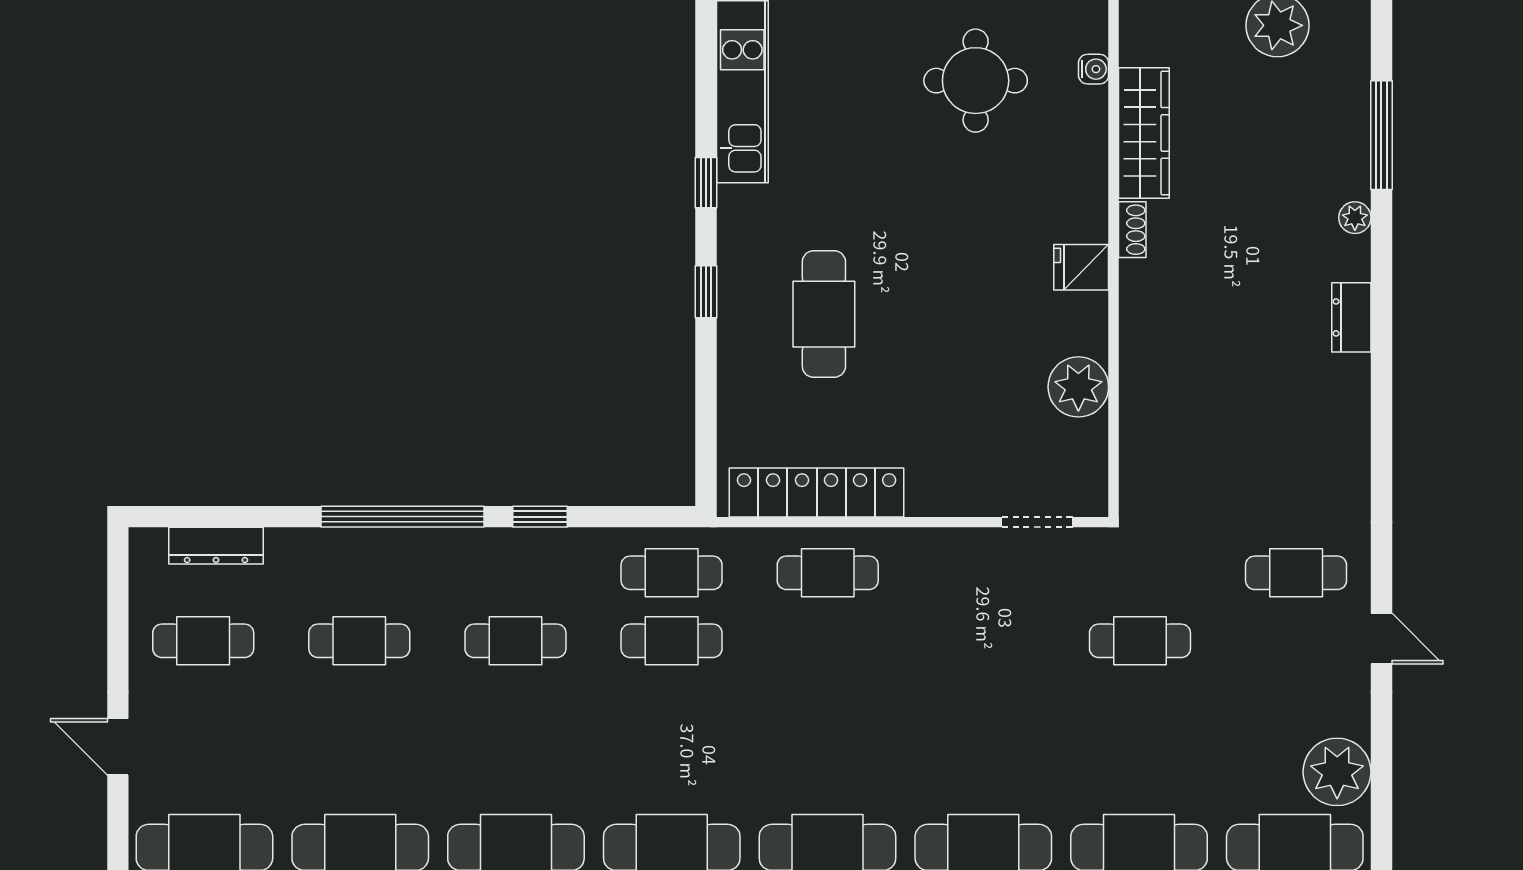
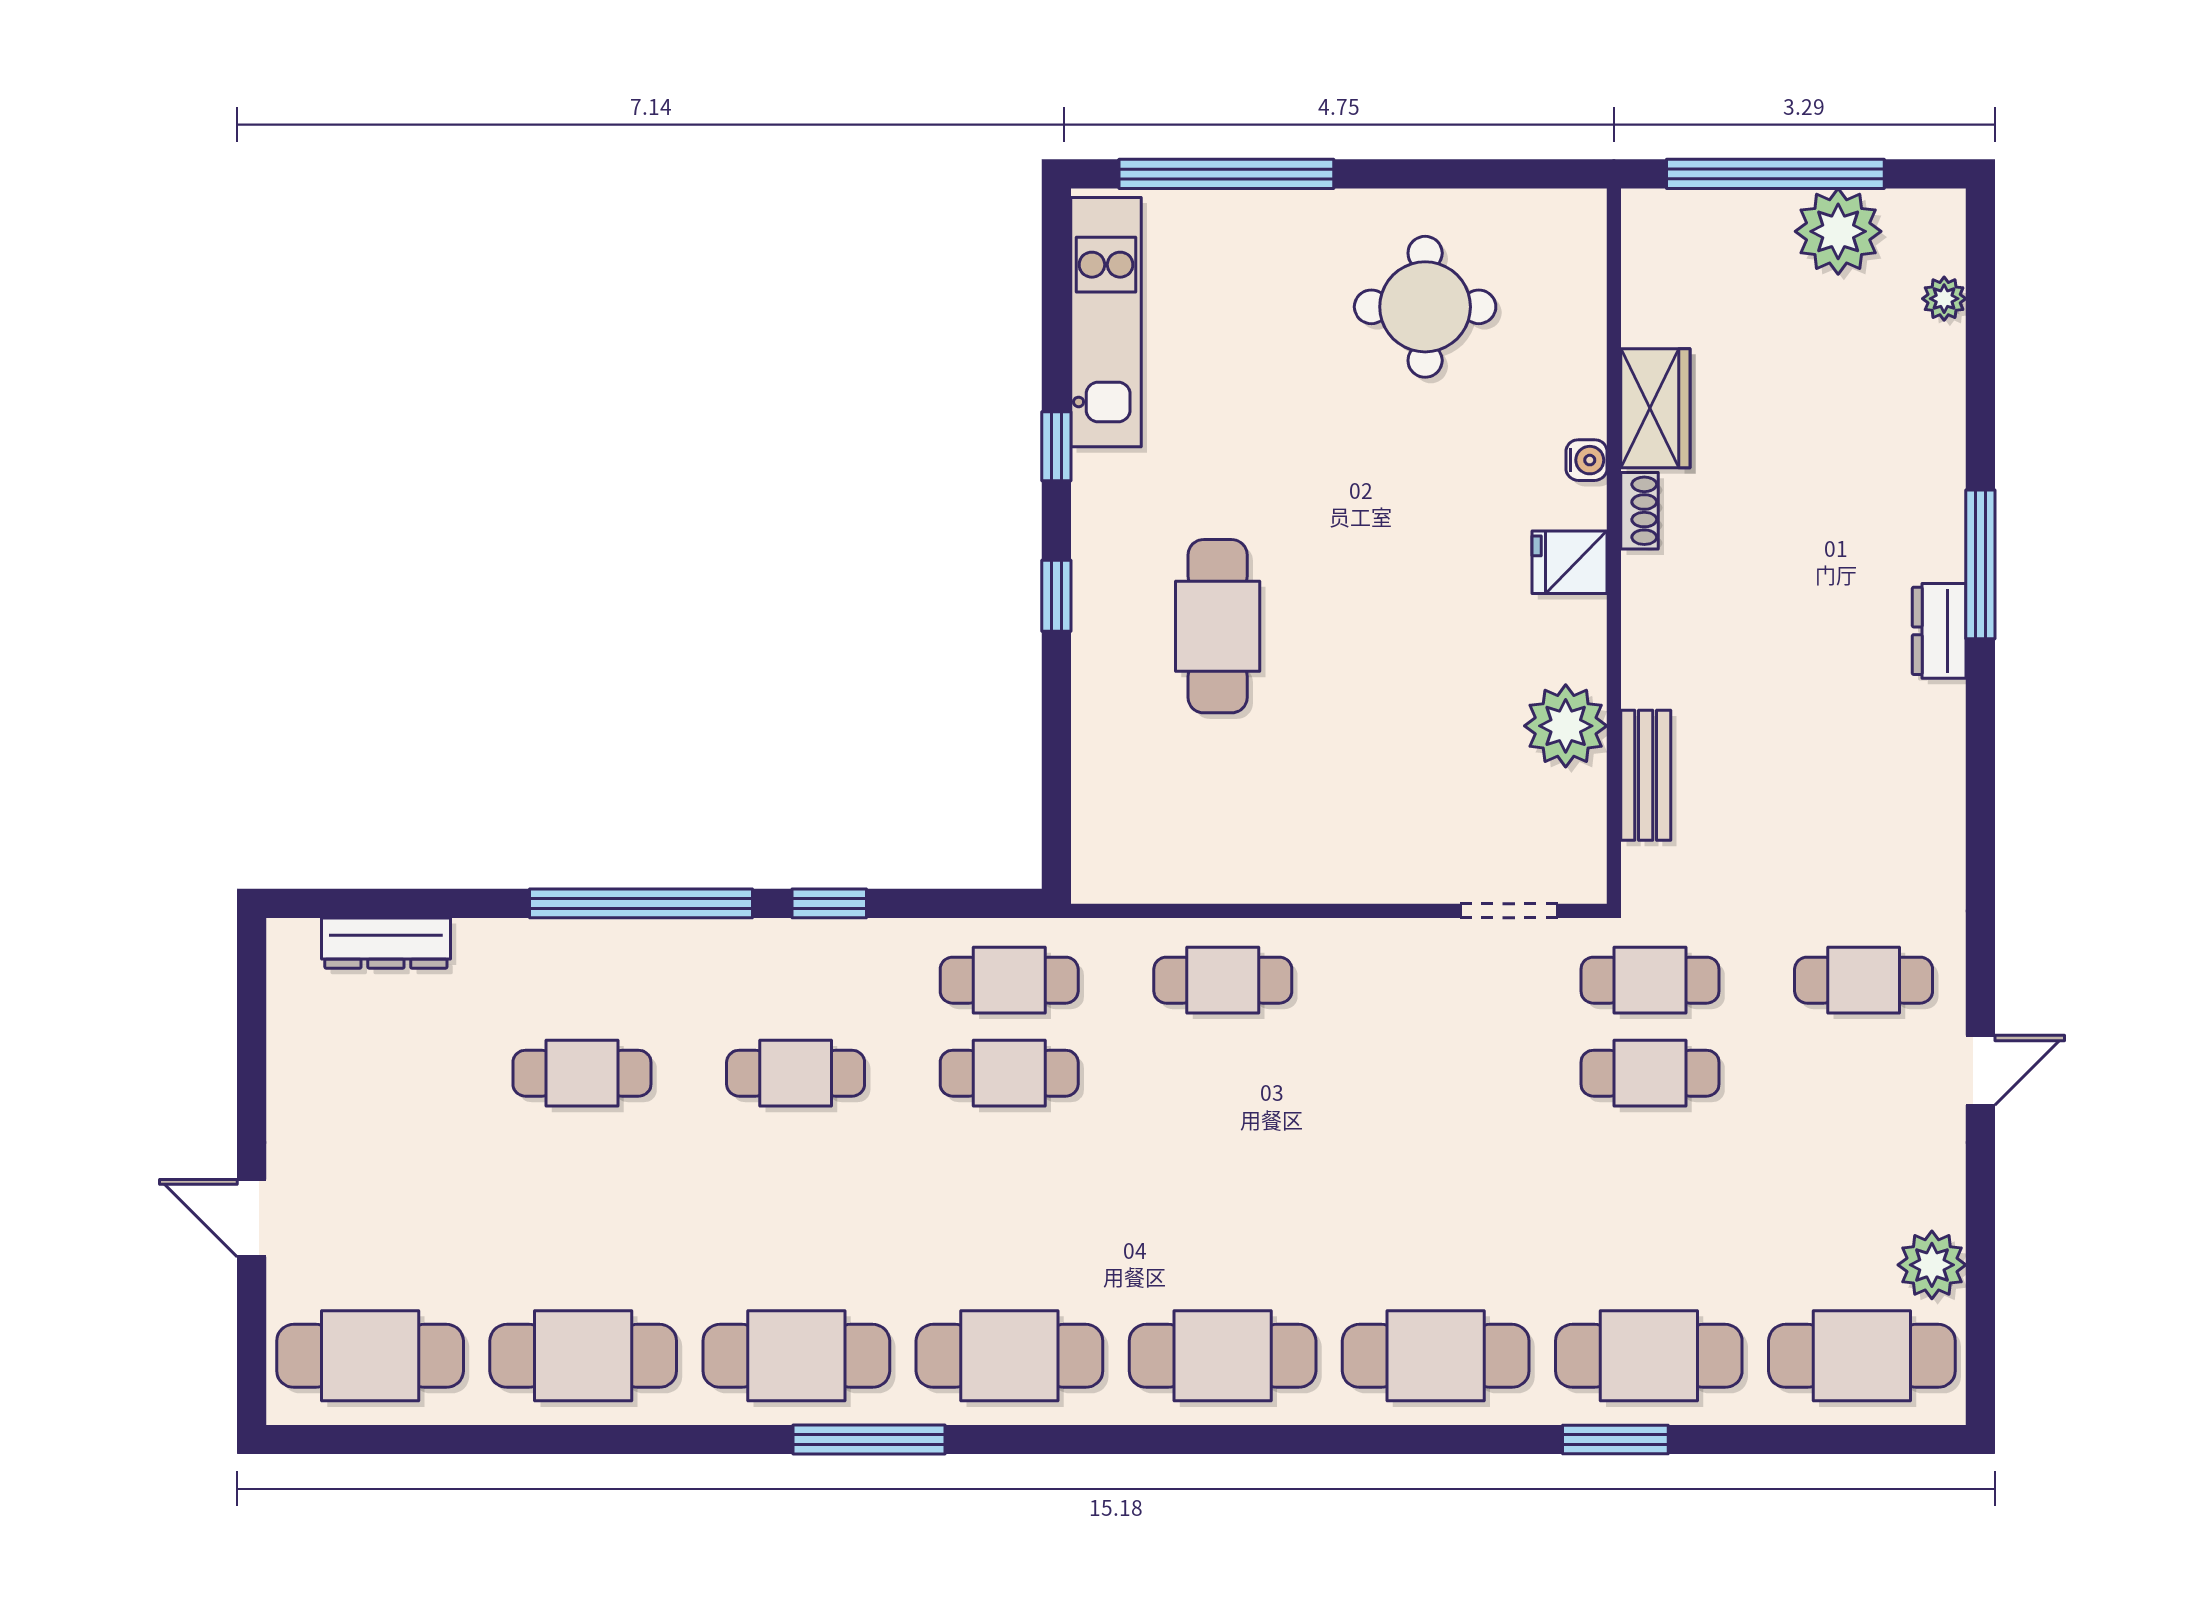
water cooler: (1094, 69) -> (1586, 460), moved
wardrobe: (1144, 133) -> (1655, 408), width x0.67
window: (1381, 135) -> (1980, 564), moved
plant: (1355, 218) -> (1944, 299), moved
bench: (1137, 423) -> (1646, 775), added
locker: (817, 492) -> (1208, 870), removed
door: (1381, 639) -> (1980, 1070), hinge flipped
cafe table: (203, 641) -> (1650, 980), moved
plant: (1337, 772) -> (1932, 1265), width x0.73, depth x0.73

